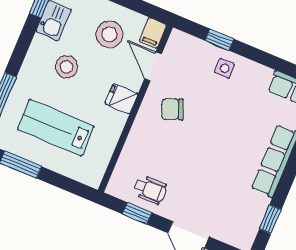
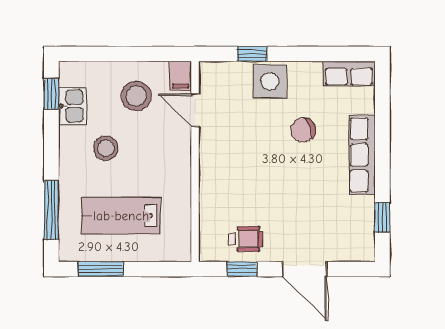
side table: (224, 68) -> (270, 81), width x1.87, depth x1.87
fridge: (121, 99) -> (176, 157), removed
chair: (172, 109) -> (303, 130), moved

